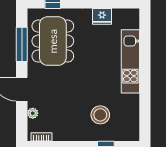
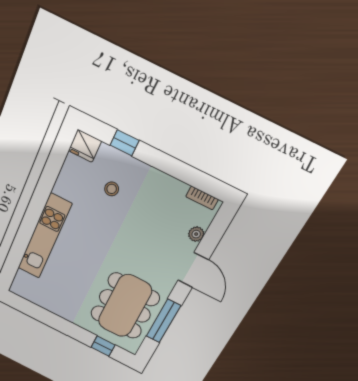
fridge: (102, 16) -> (85, 146), moved, turned 180
stool: (100, 115) -> (112, 189), width x0.53, depth x0.53

